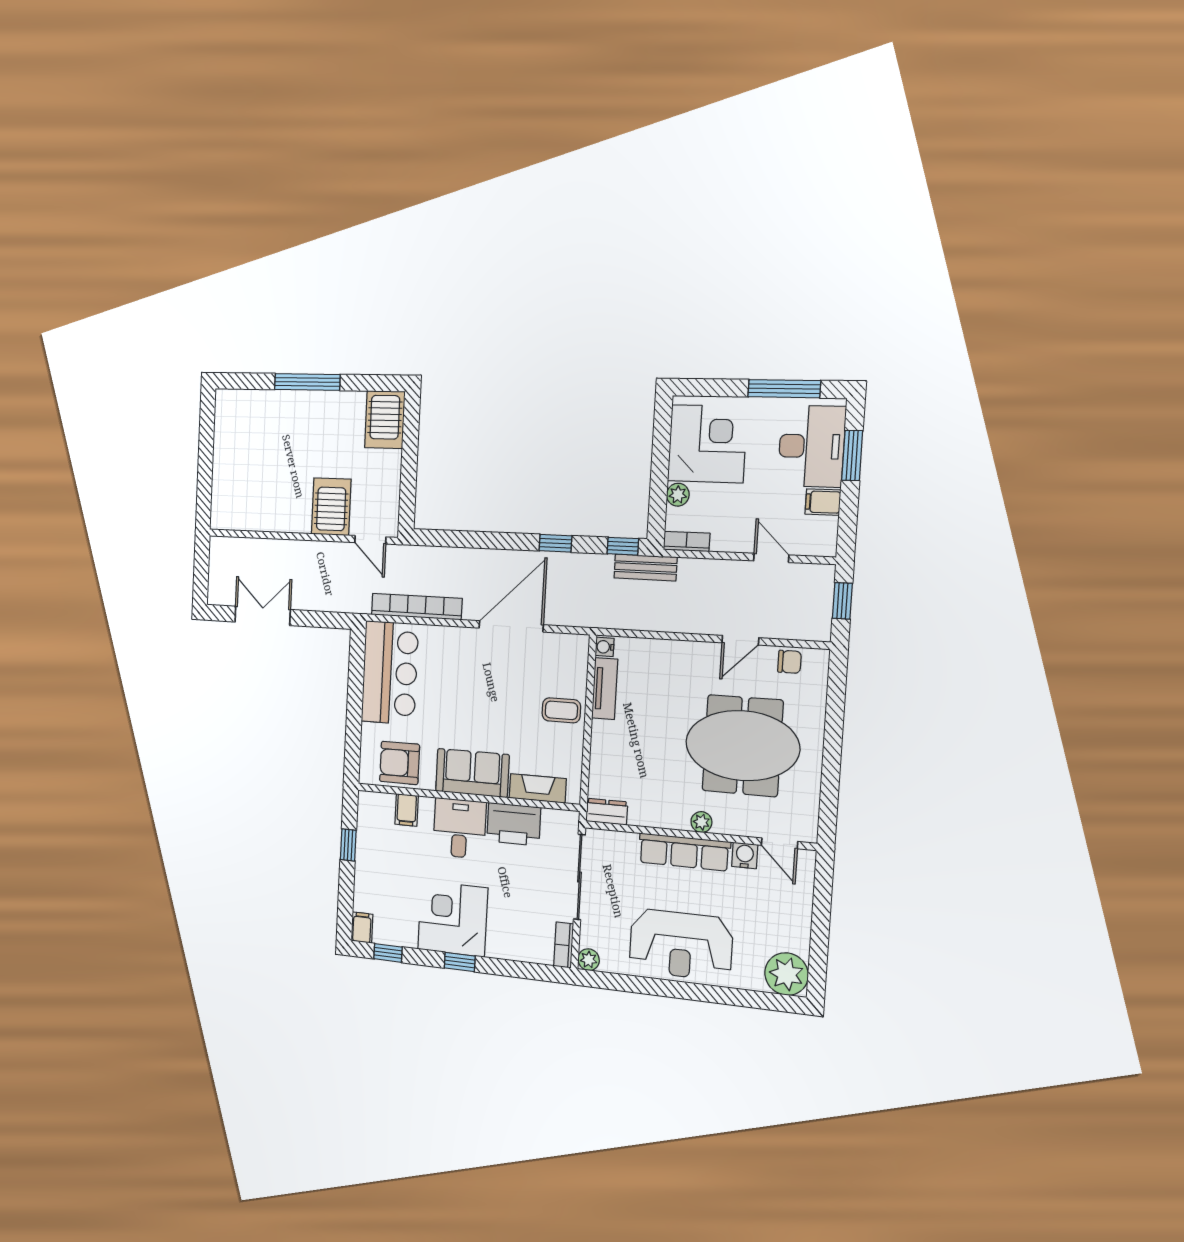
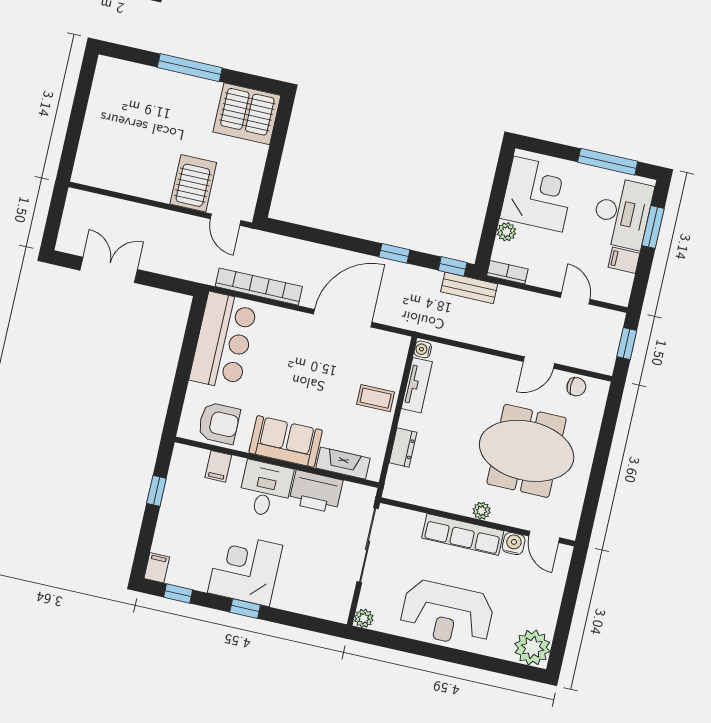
server rack: (385, 420) -> (247, 114), width x1.60
armchair: (400, 763) -> (219, 423), turned 180
dresser: (607, 812) -> (403, 448), moved, turned 90
bookcase: (564, 945) -> (343, 603), removed

